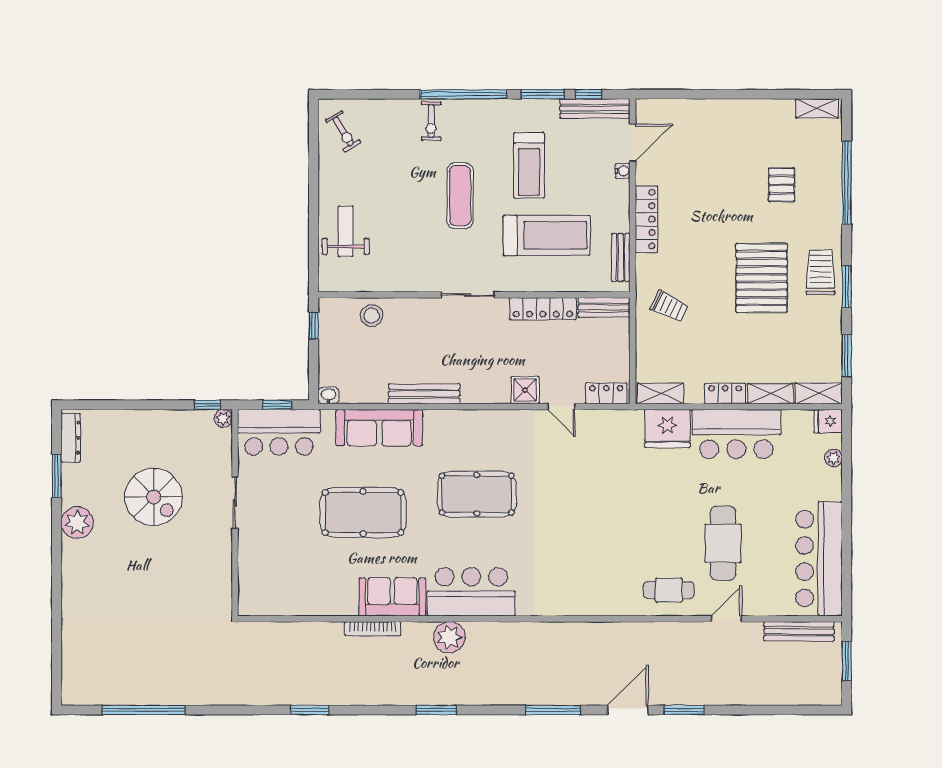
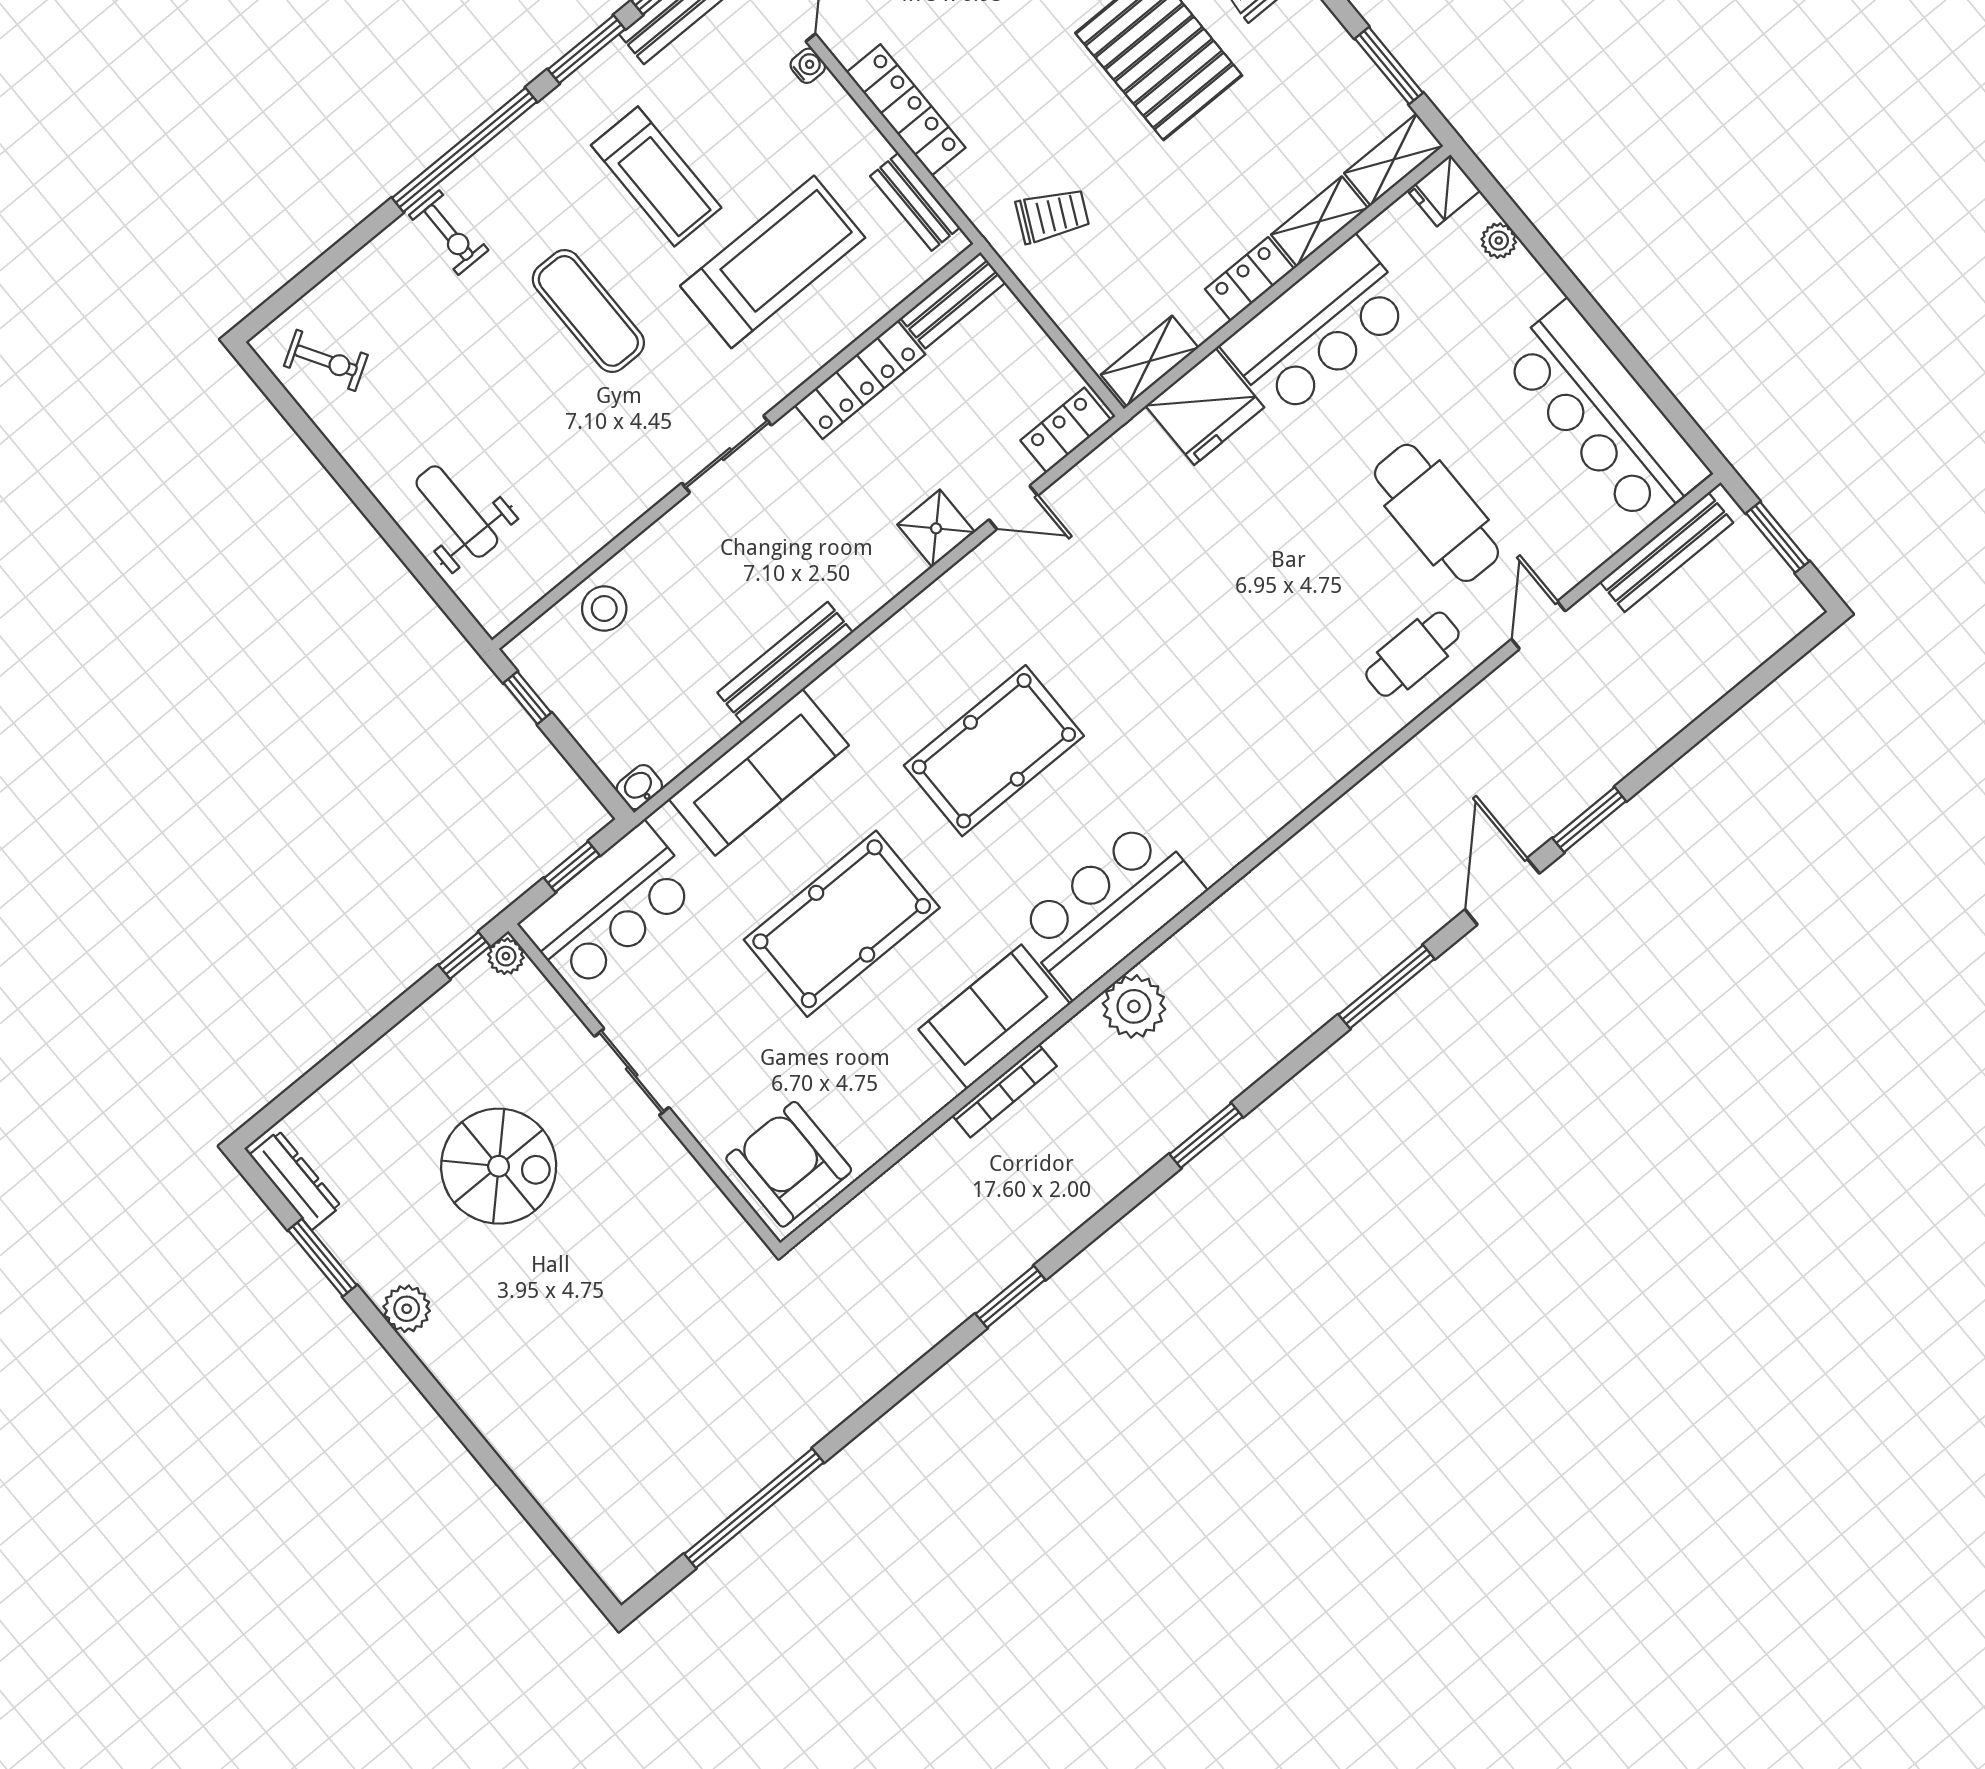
plant: (77, 523) -> (407, 1309), width x0.73, depth x0.73
armchair: (266, 588) -> (789, 1164), added

